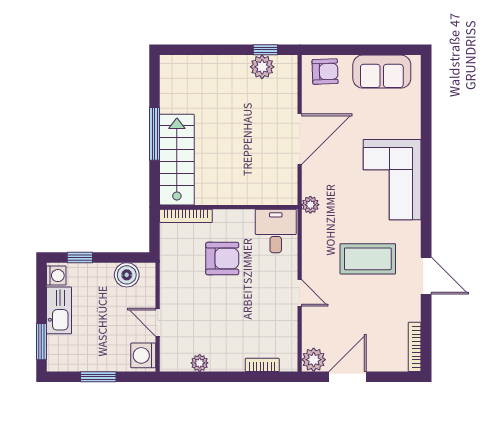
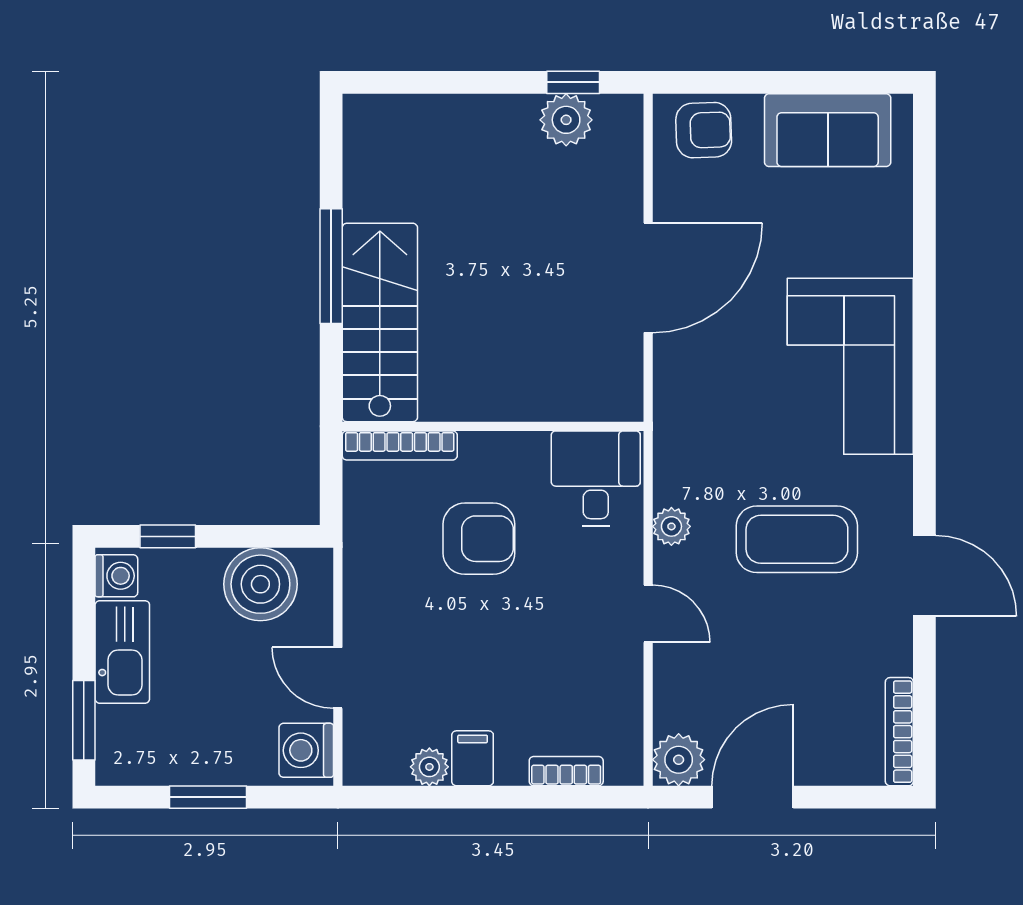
plant: (310, 205) -> (671, 526), moved
boiler: (127, 275) -> (260, 584), width x1.37, depth x1.37
filing cabinet: (219, 359) -> (473, 758), added

